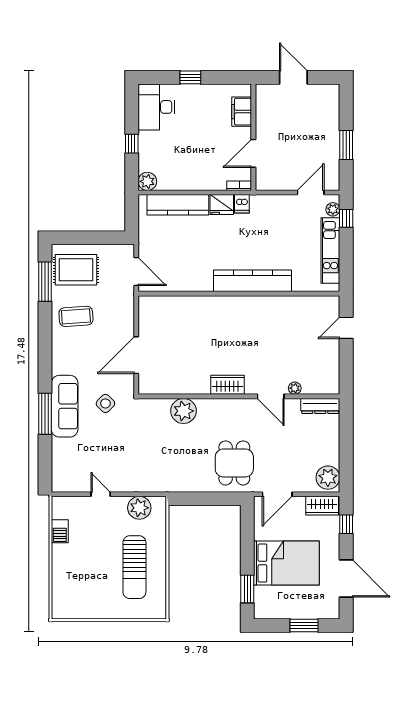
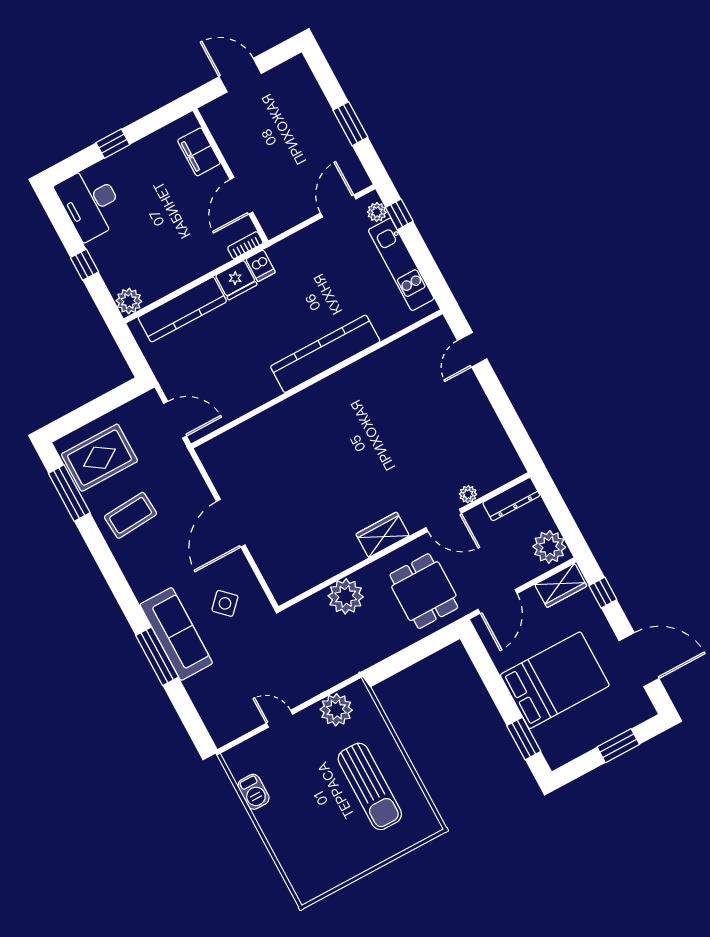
wardrobe: (227, 385) -> (383, 535), moved
plant: (295, 388) -> (468, 494), moved
wall: (239, 396) -> (404, 541), moved
door: (271, 396) -> (444, 520), moved
dresser: (320, 406) -> (511, 499), moved
plant: (183, 411) -> (346, 596), moved

